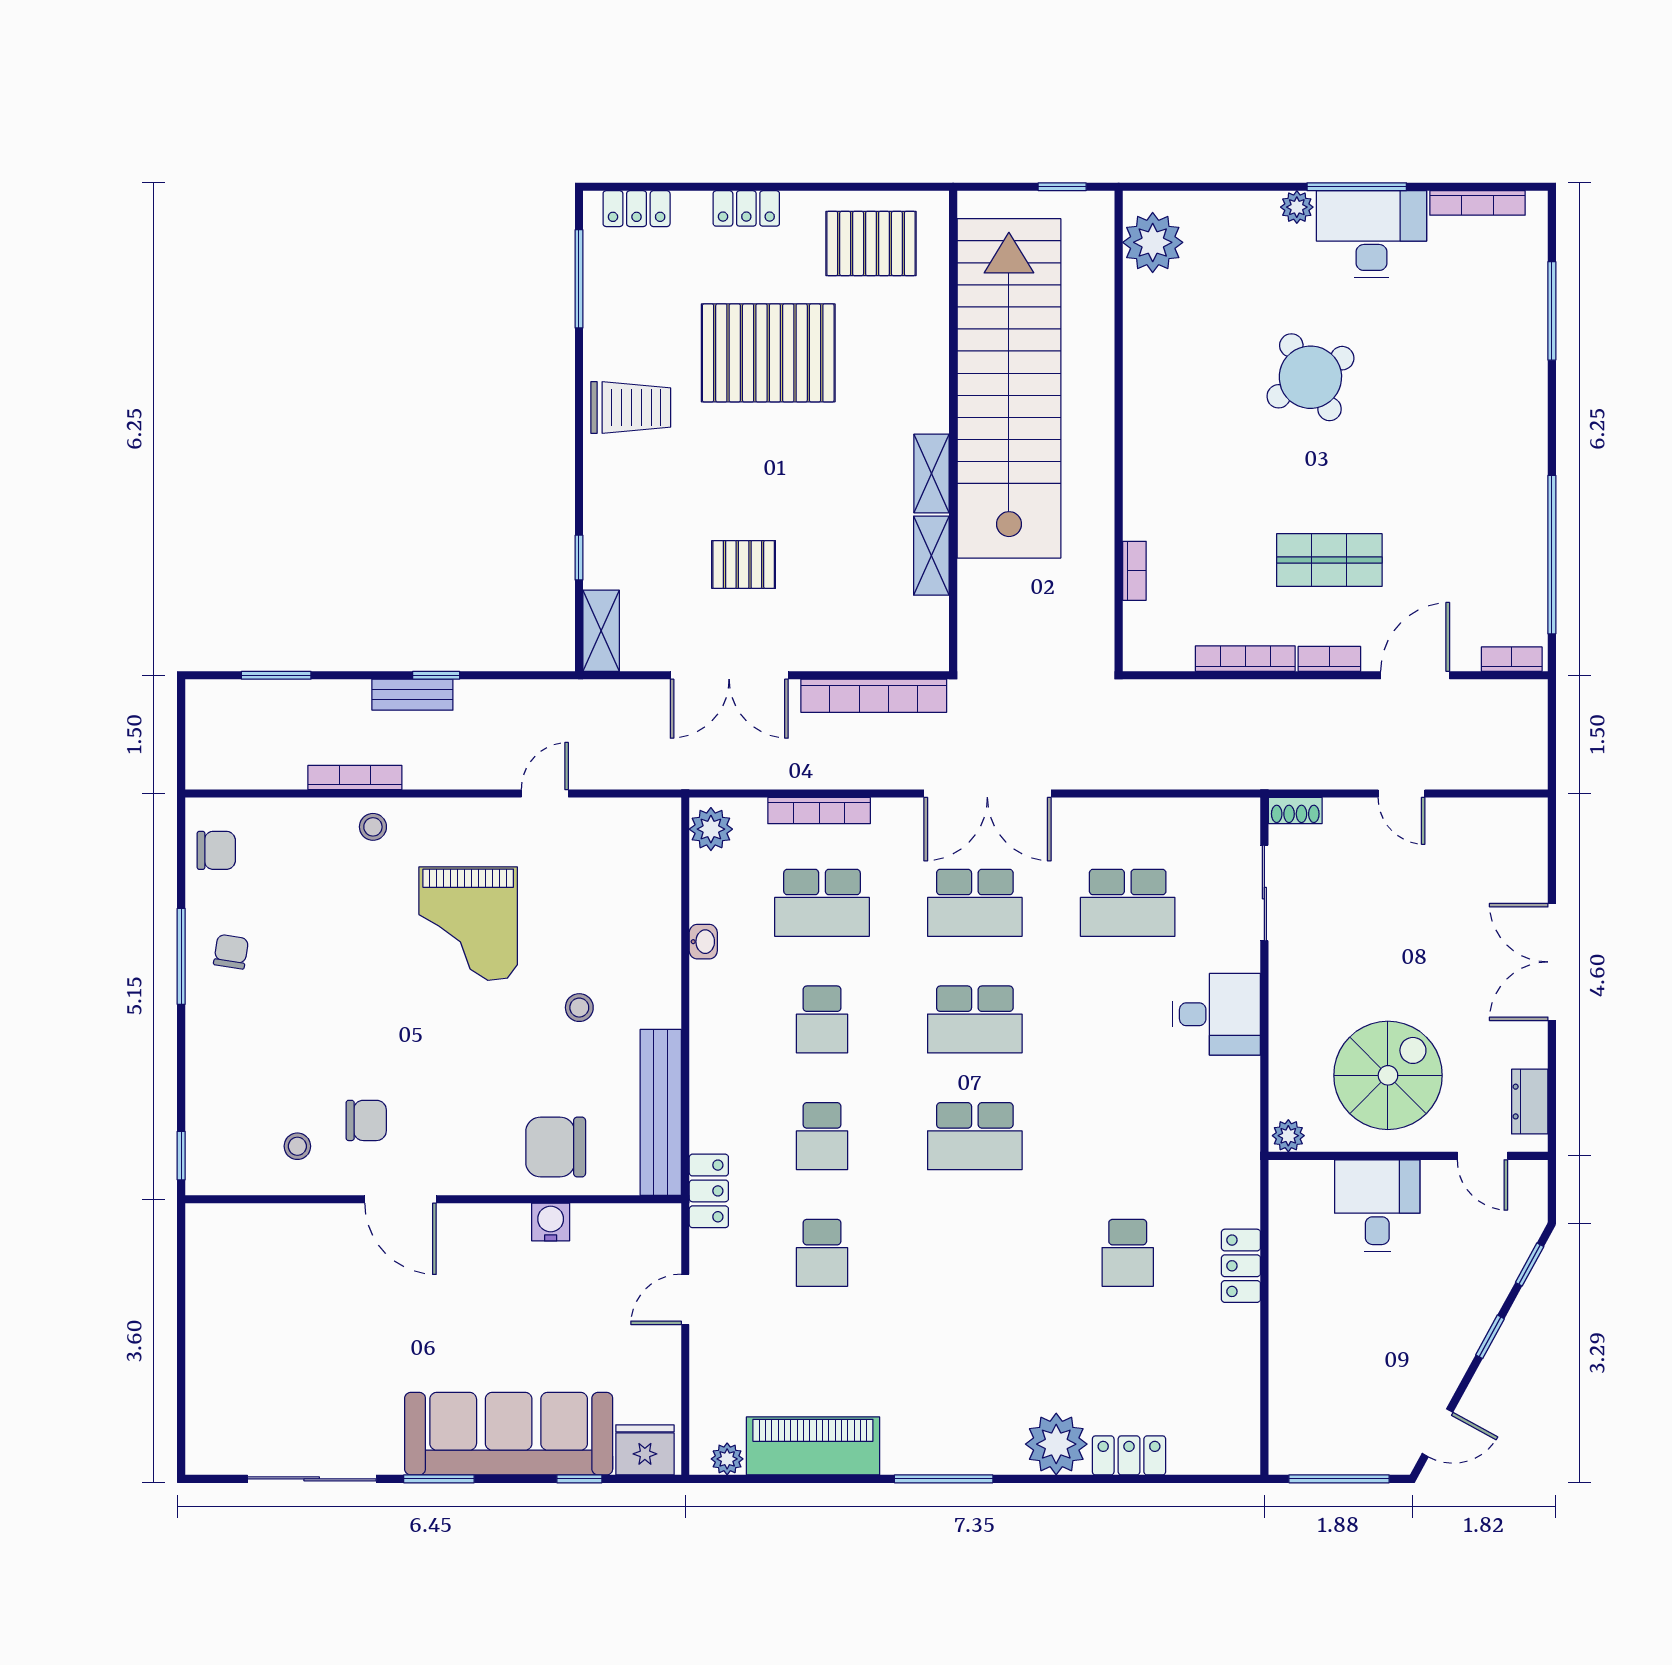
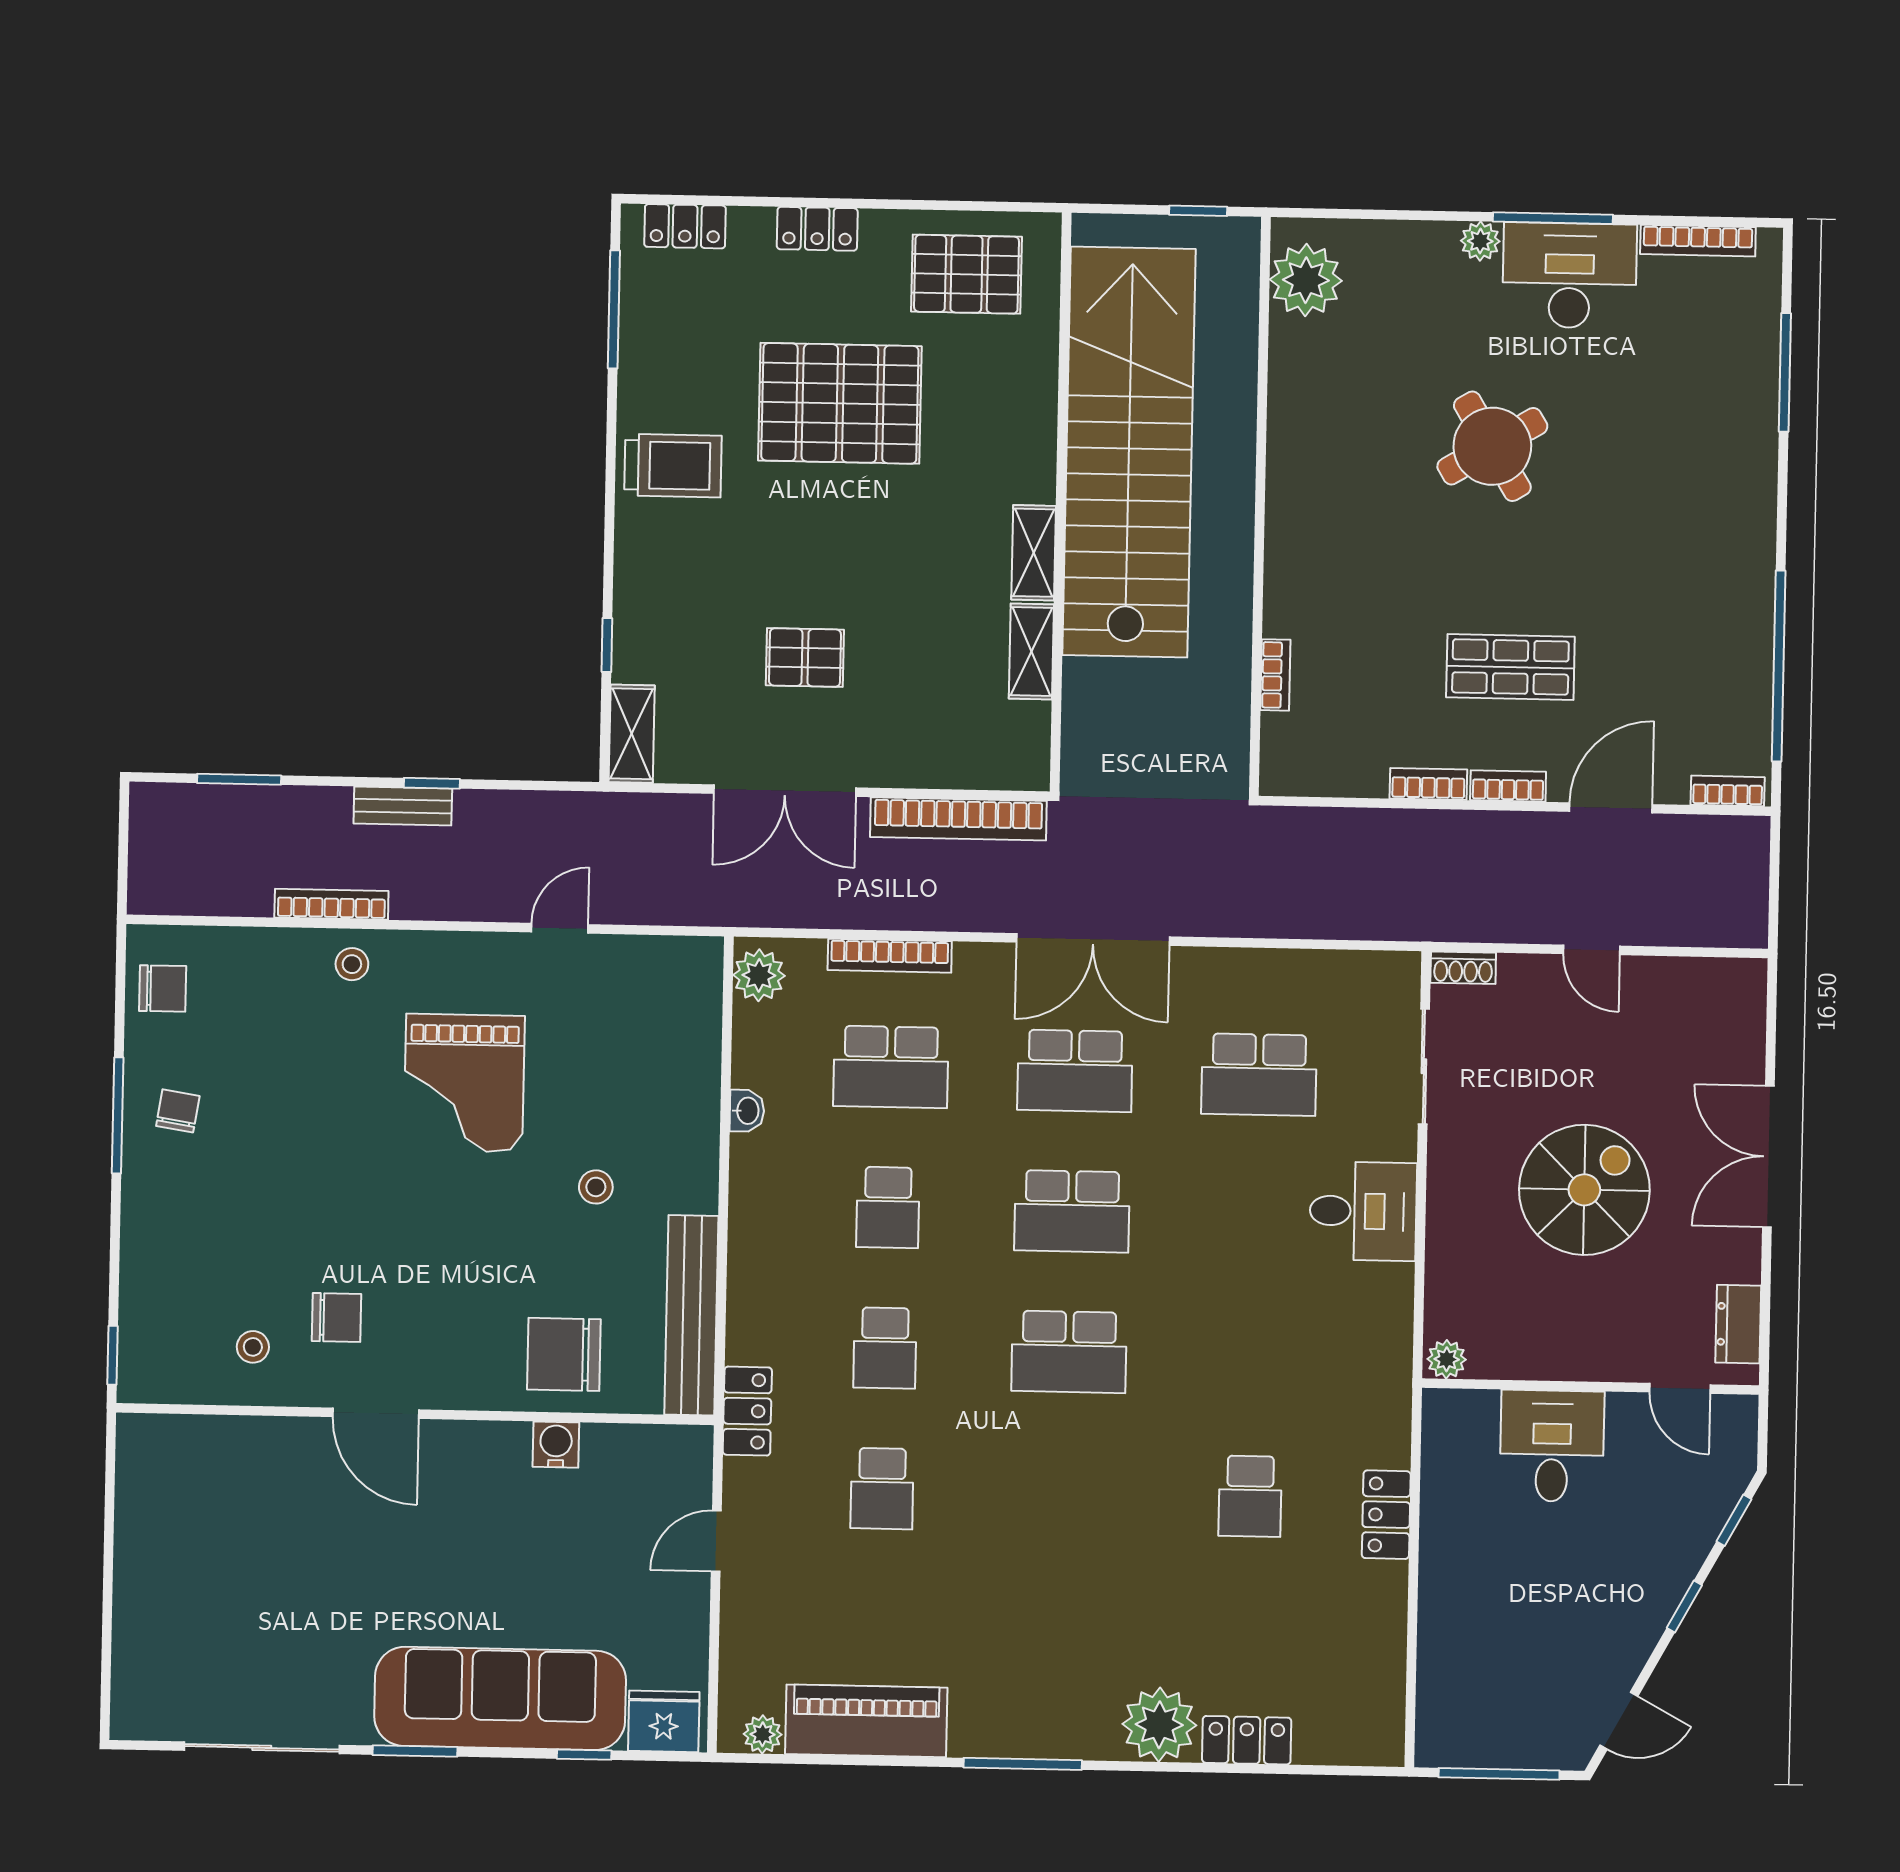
bookcase: (1245, 659) -> (1428, 784), width x0.64
spiral stairs: (1388, 1075) -> (1584, 1190), moved

